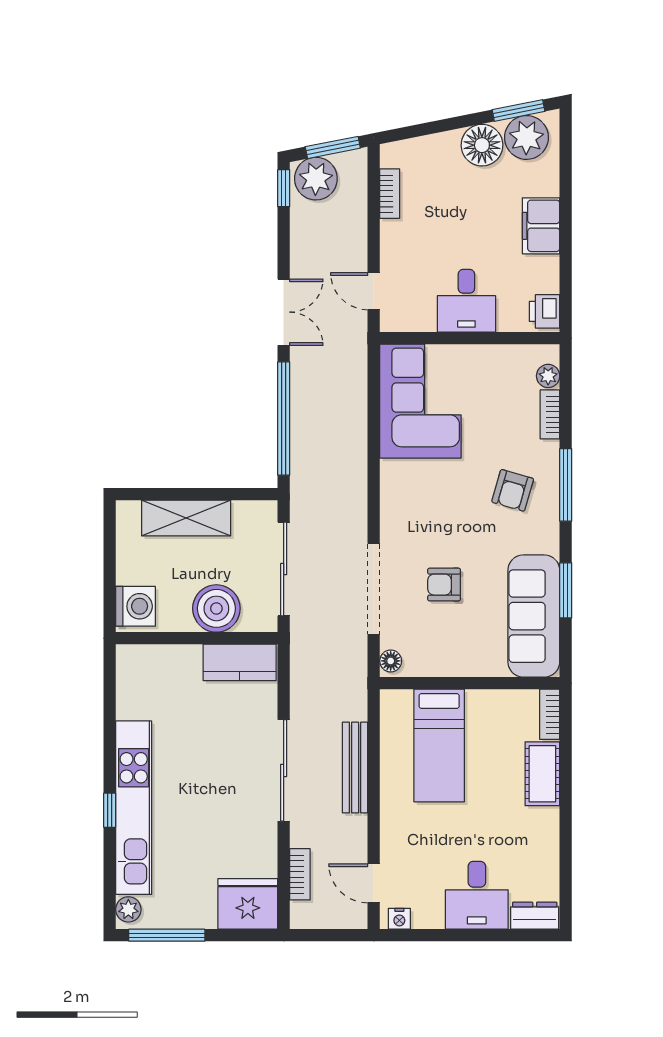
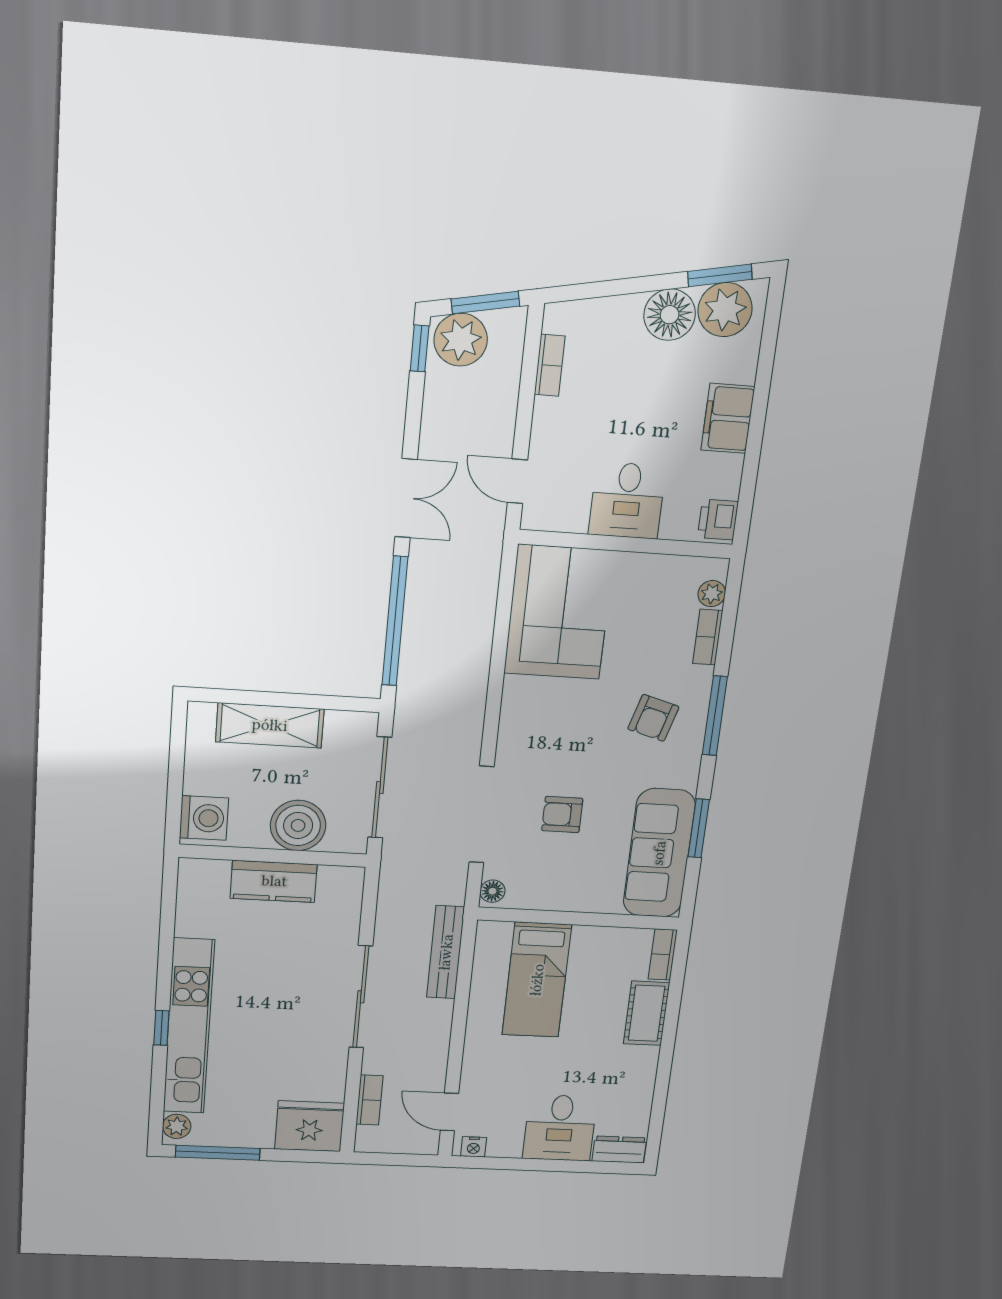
kitchen counter: (240, 662) -> (274, 881), moved
bench: (355, 767) -> (446, 952), moved

